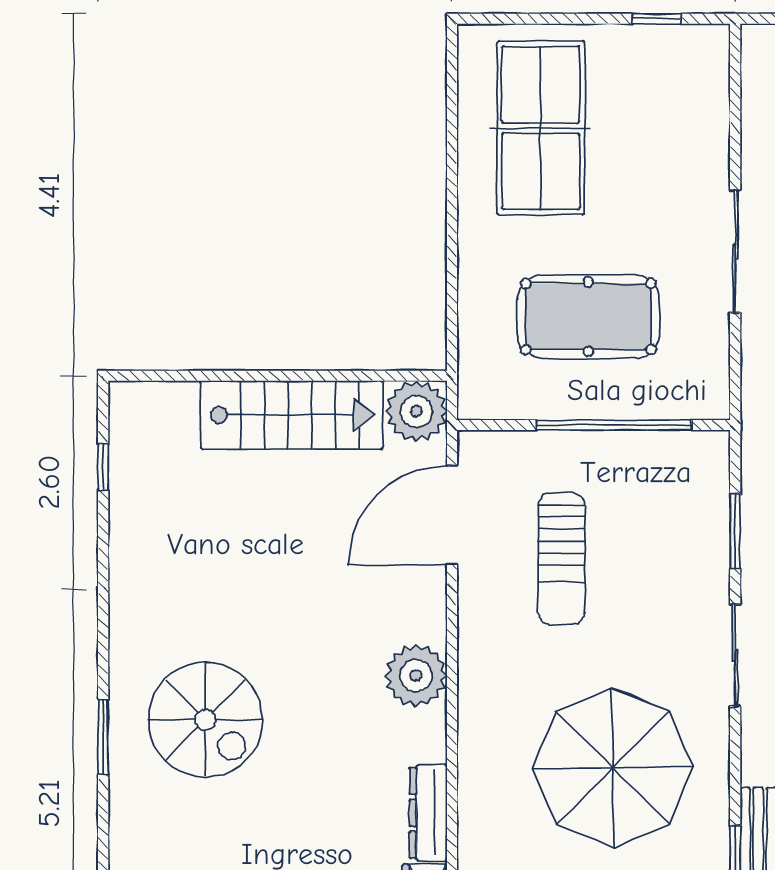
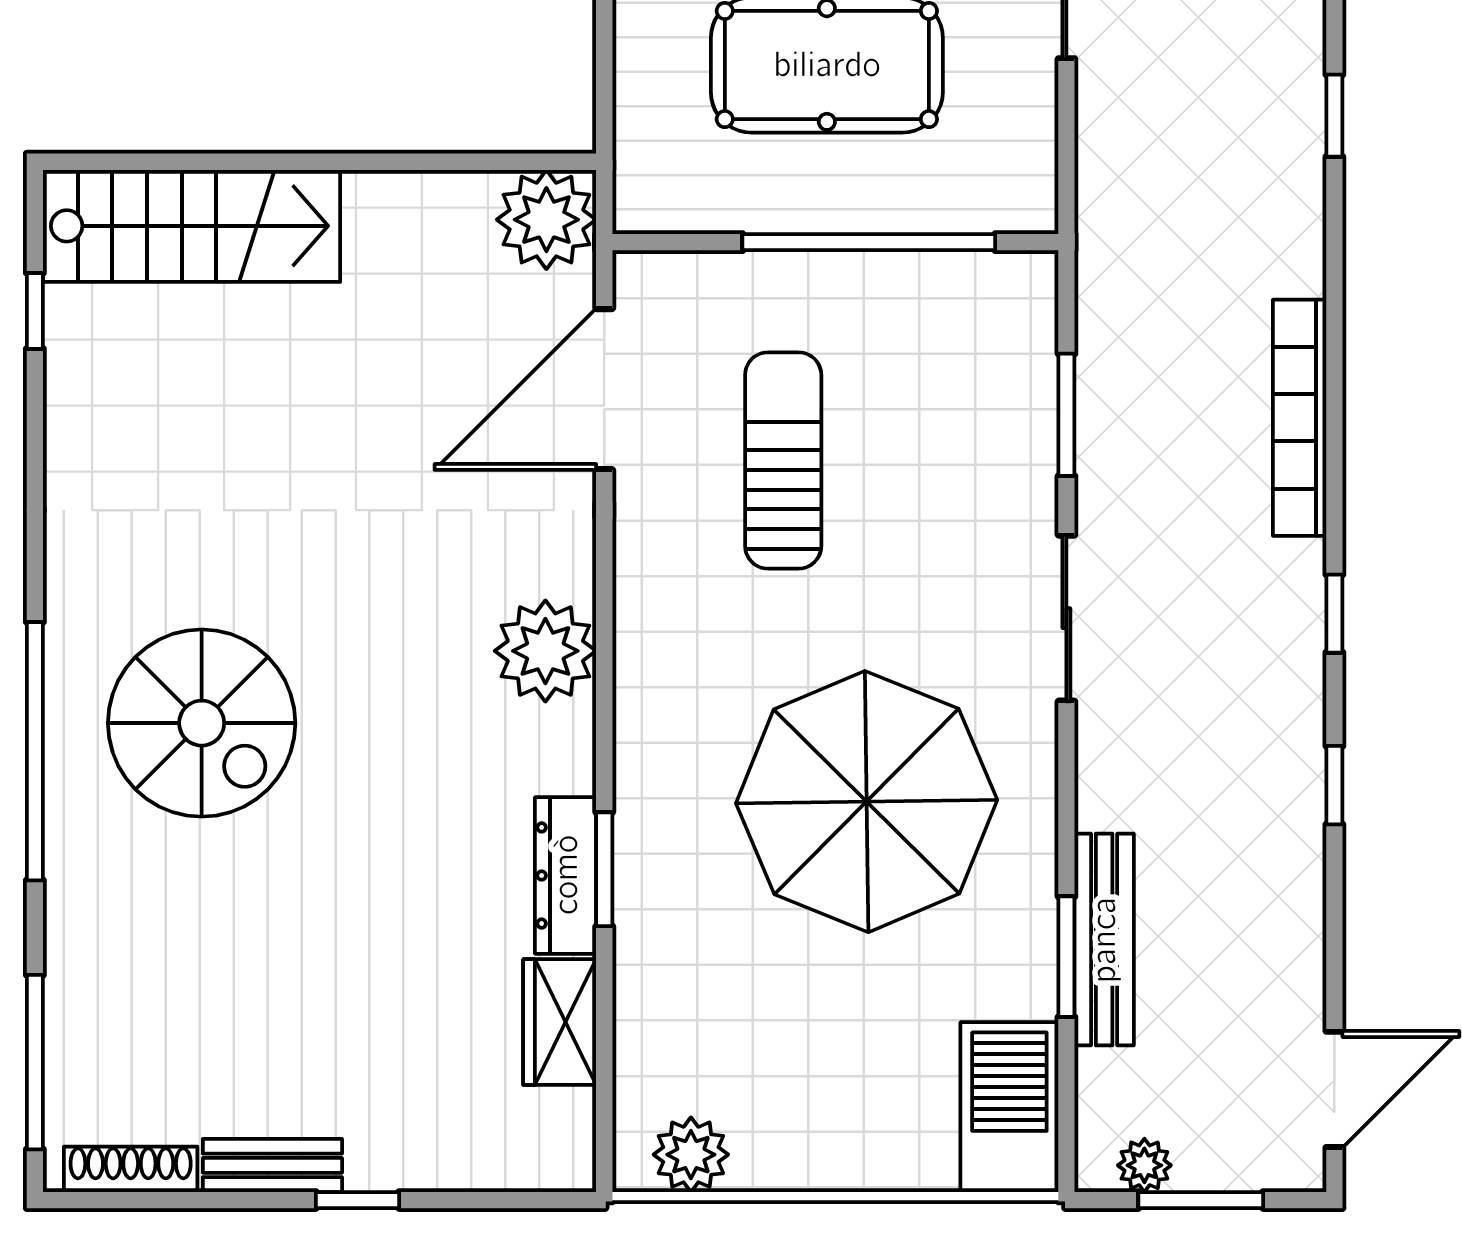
stairs: (292, 415) -> (192, 226), moved
sun lounger: (562, 559) -> (783, 460), turned 180
window: (103, 737) -> (35, 751), width x2.11
window: (452, 809) -> (604, 869), added

